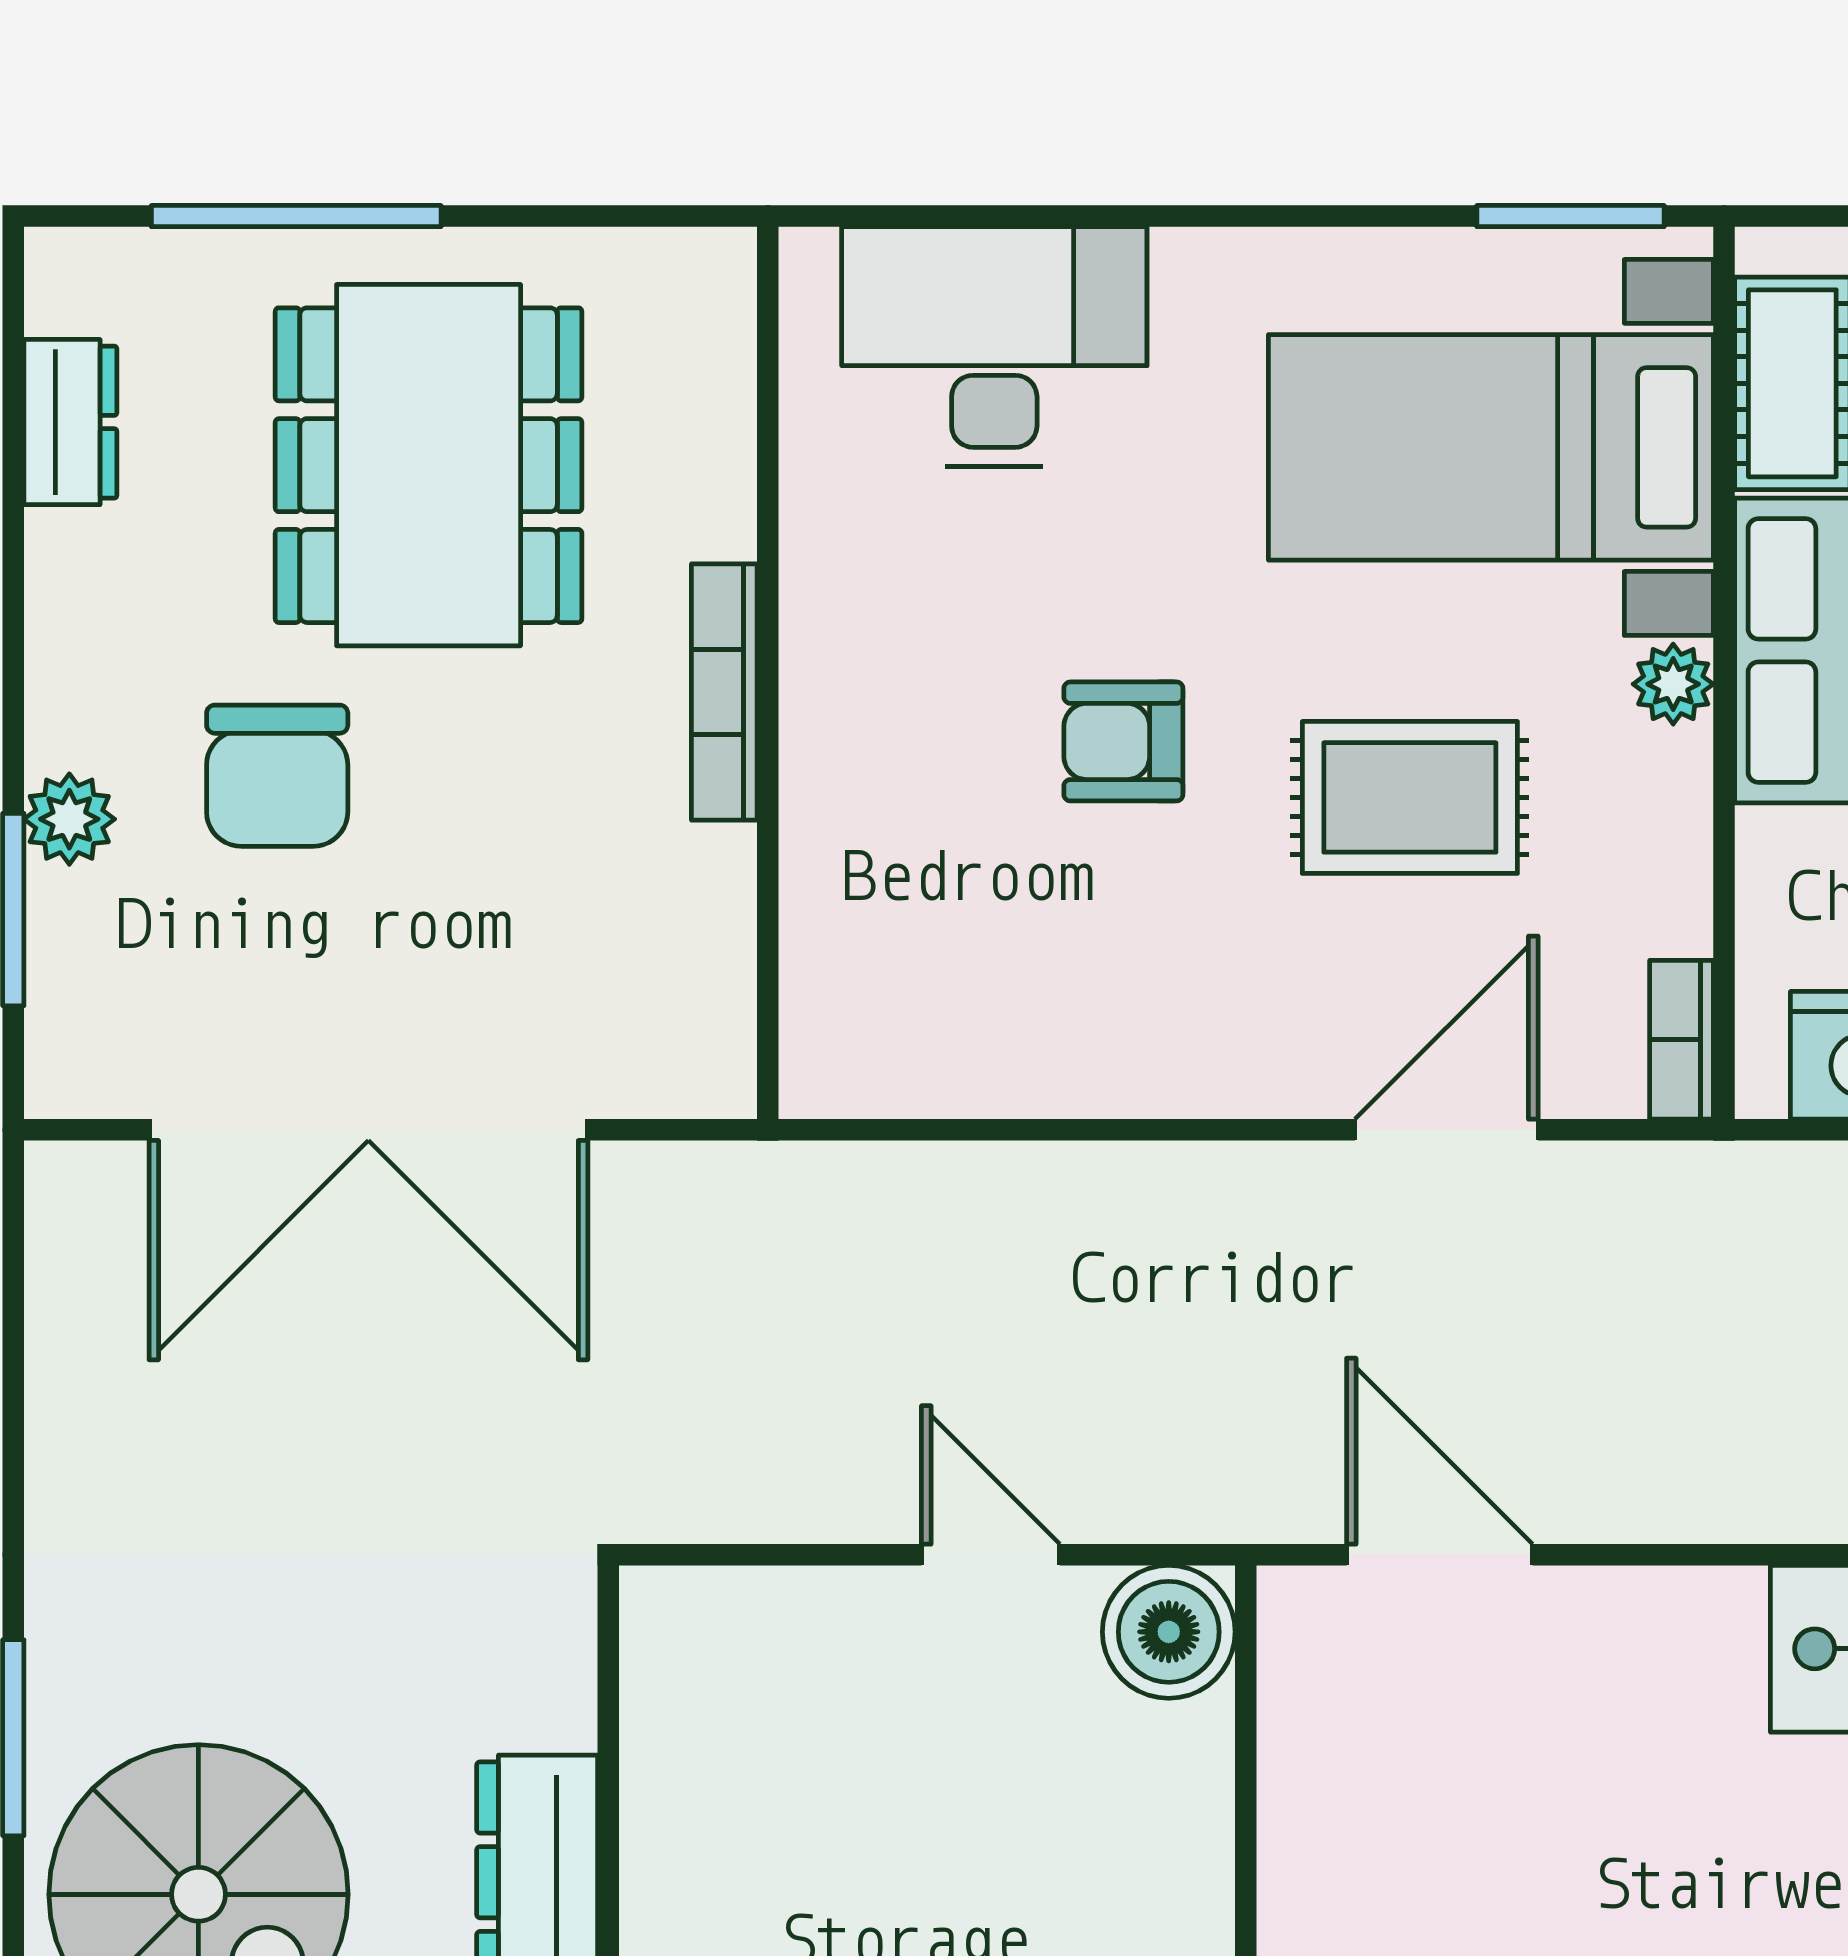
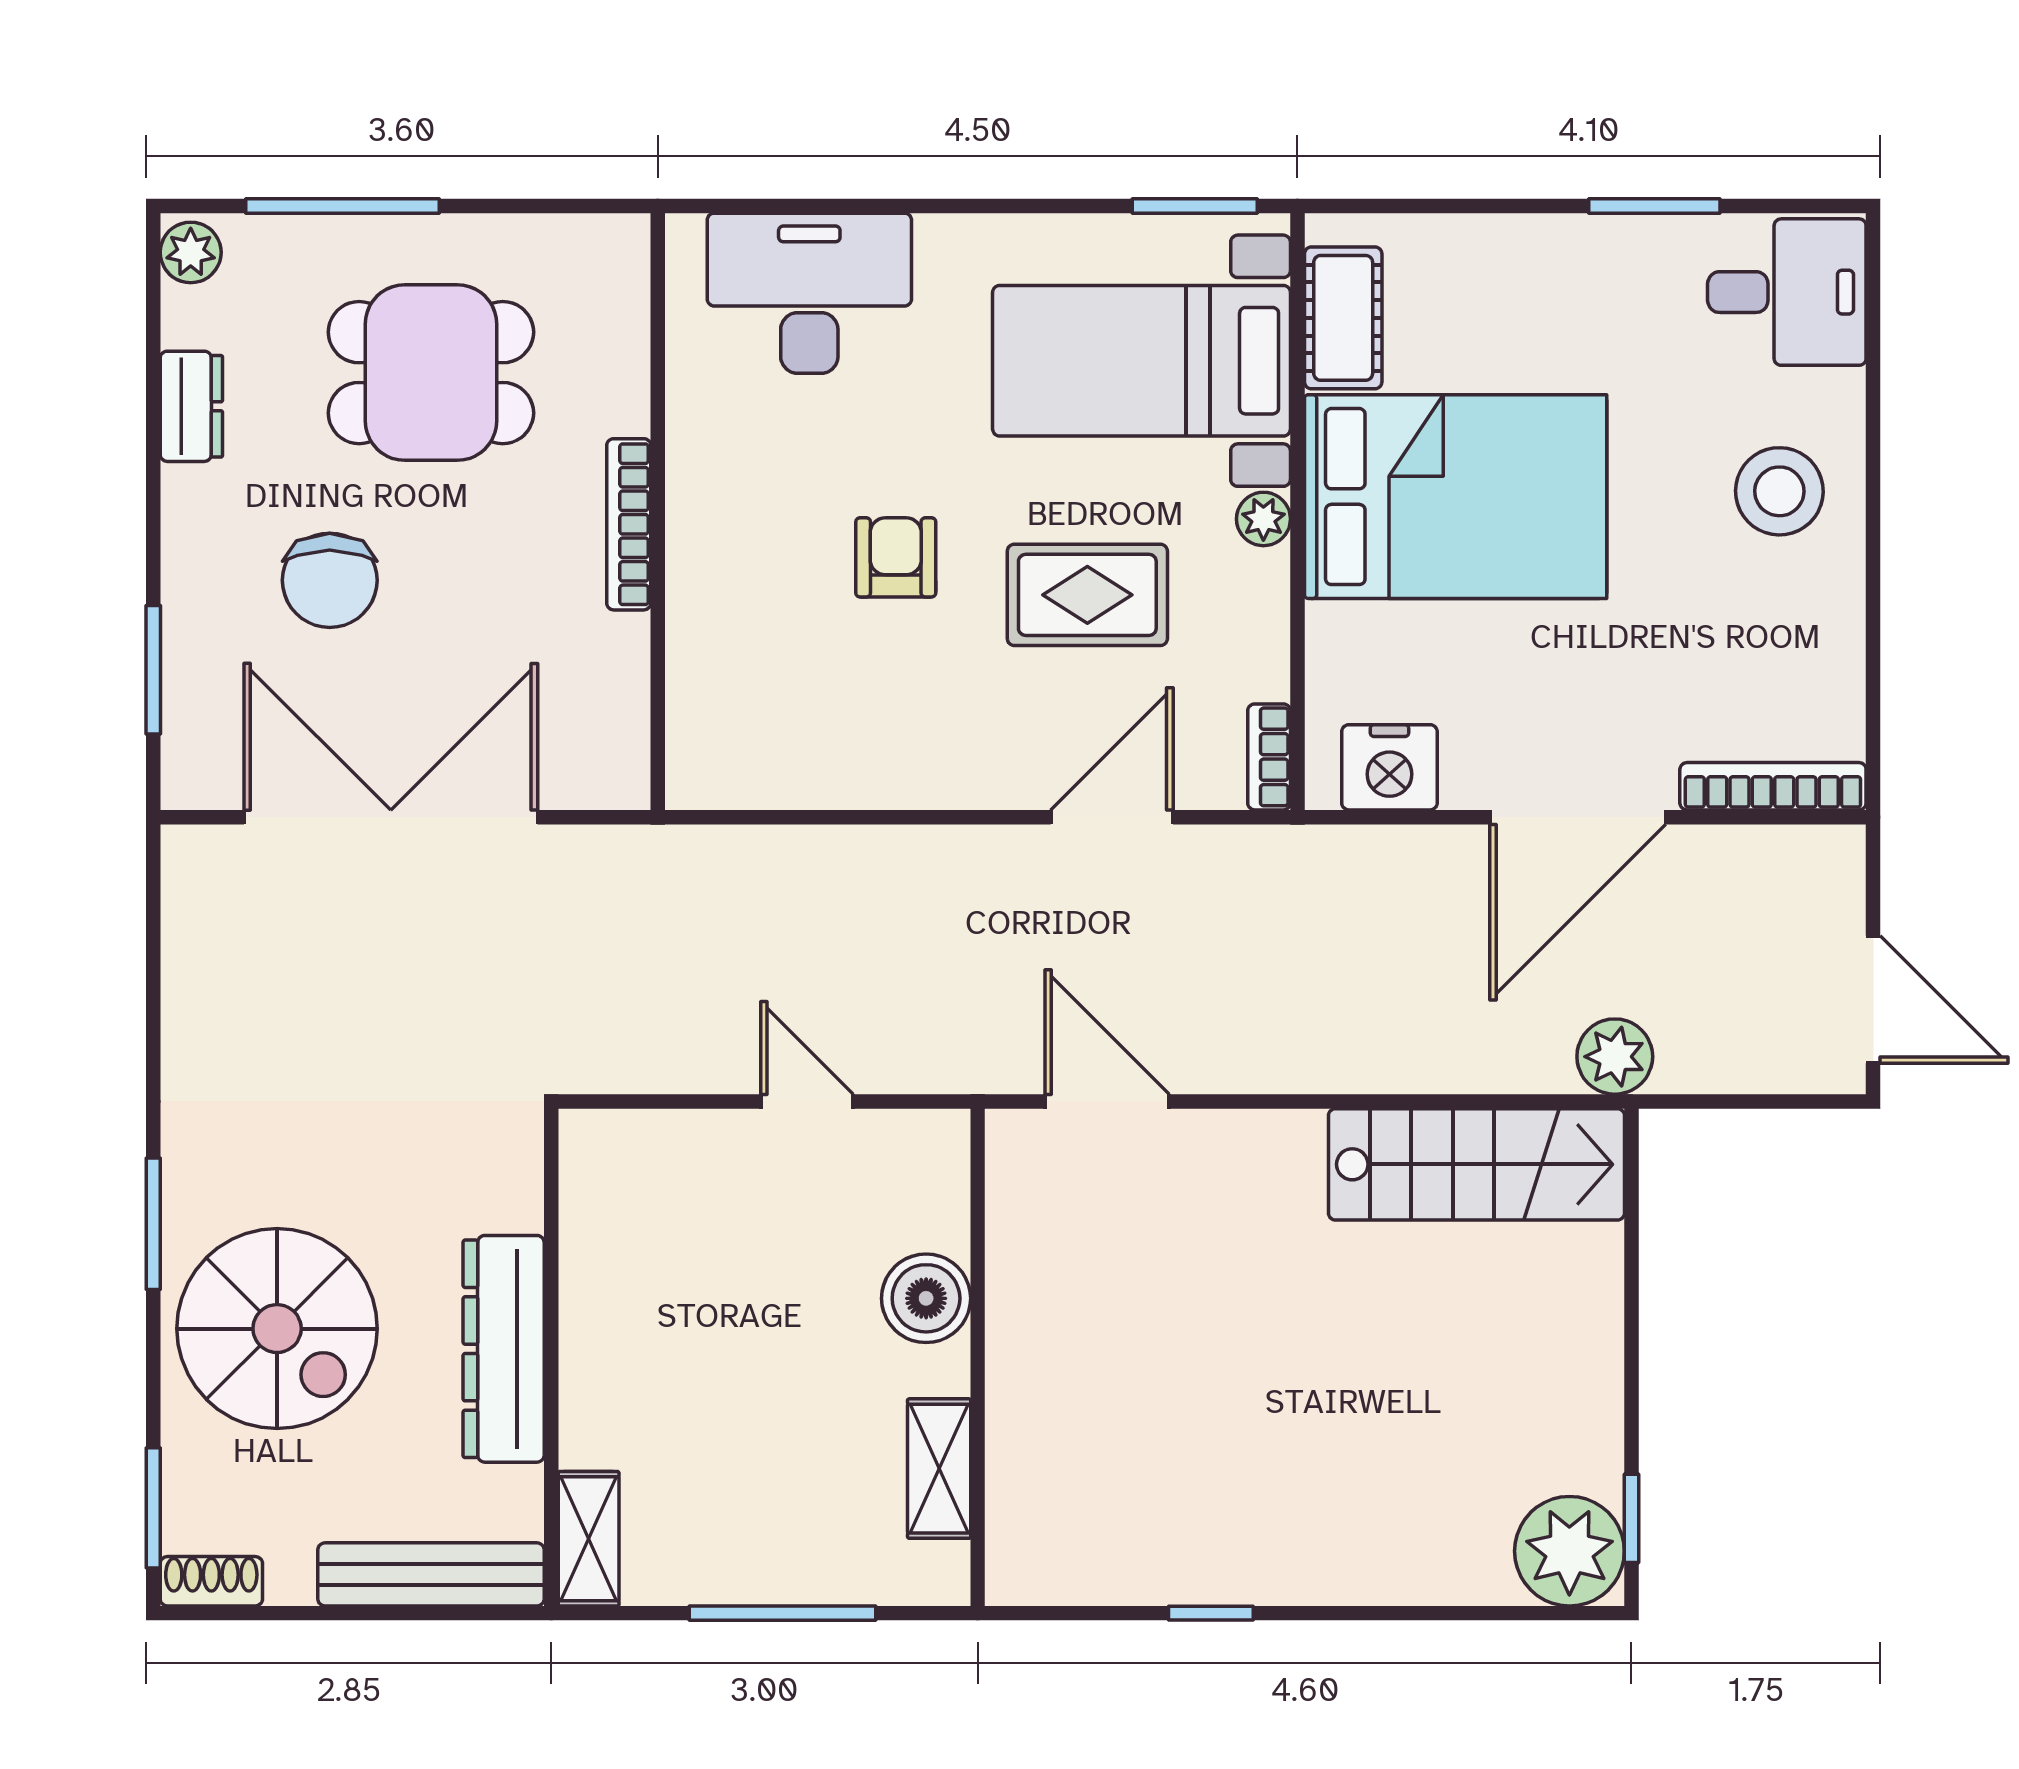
dresser: (70, 422) -> (191, 406), moved
dining table: (429, 465) -> (431, 373), width x0.73
armchair: (1123, 741) -> (896, 557), turned 90
plant: (69, 819) -> (191, 252), moved
double door: (368, 1130) -> (391, 817), swing flipped
boiler: (1169, 1632) -> (926, 1298), moved

